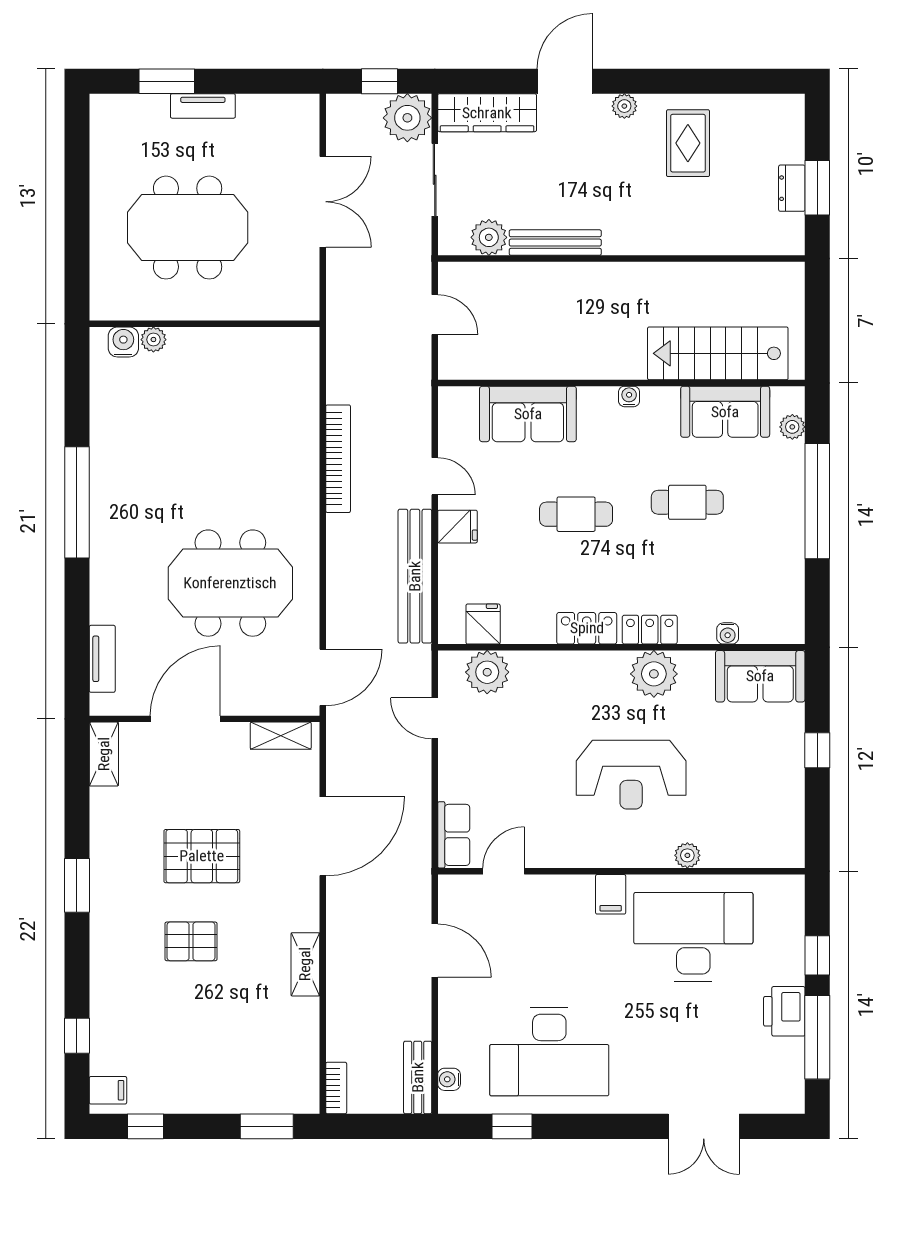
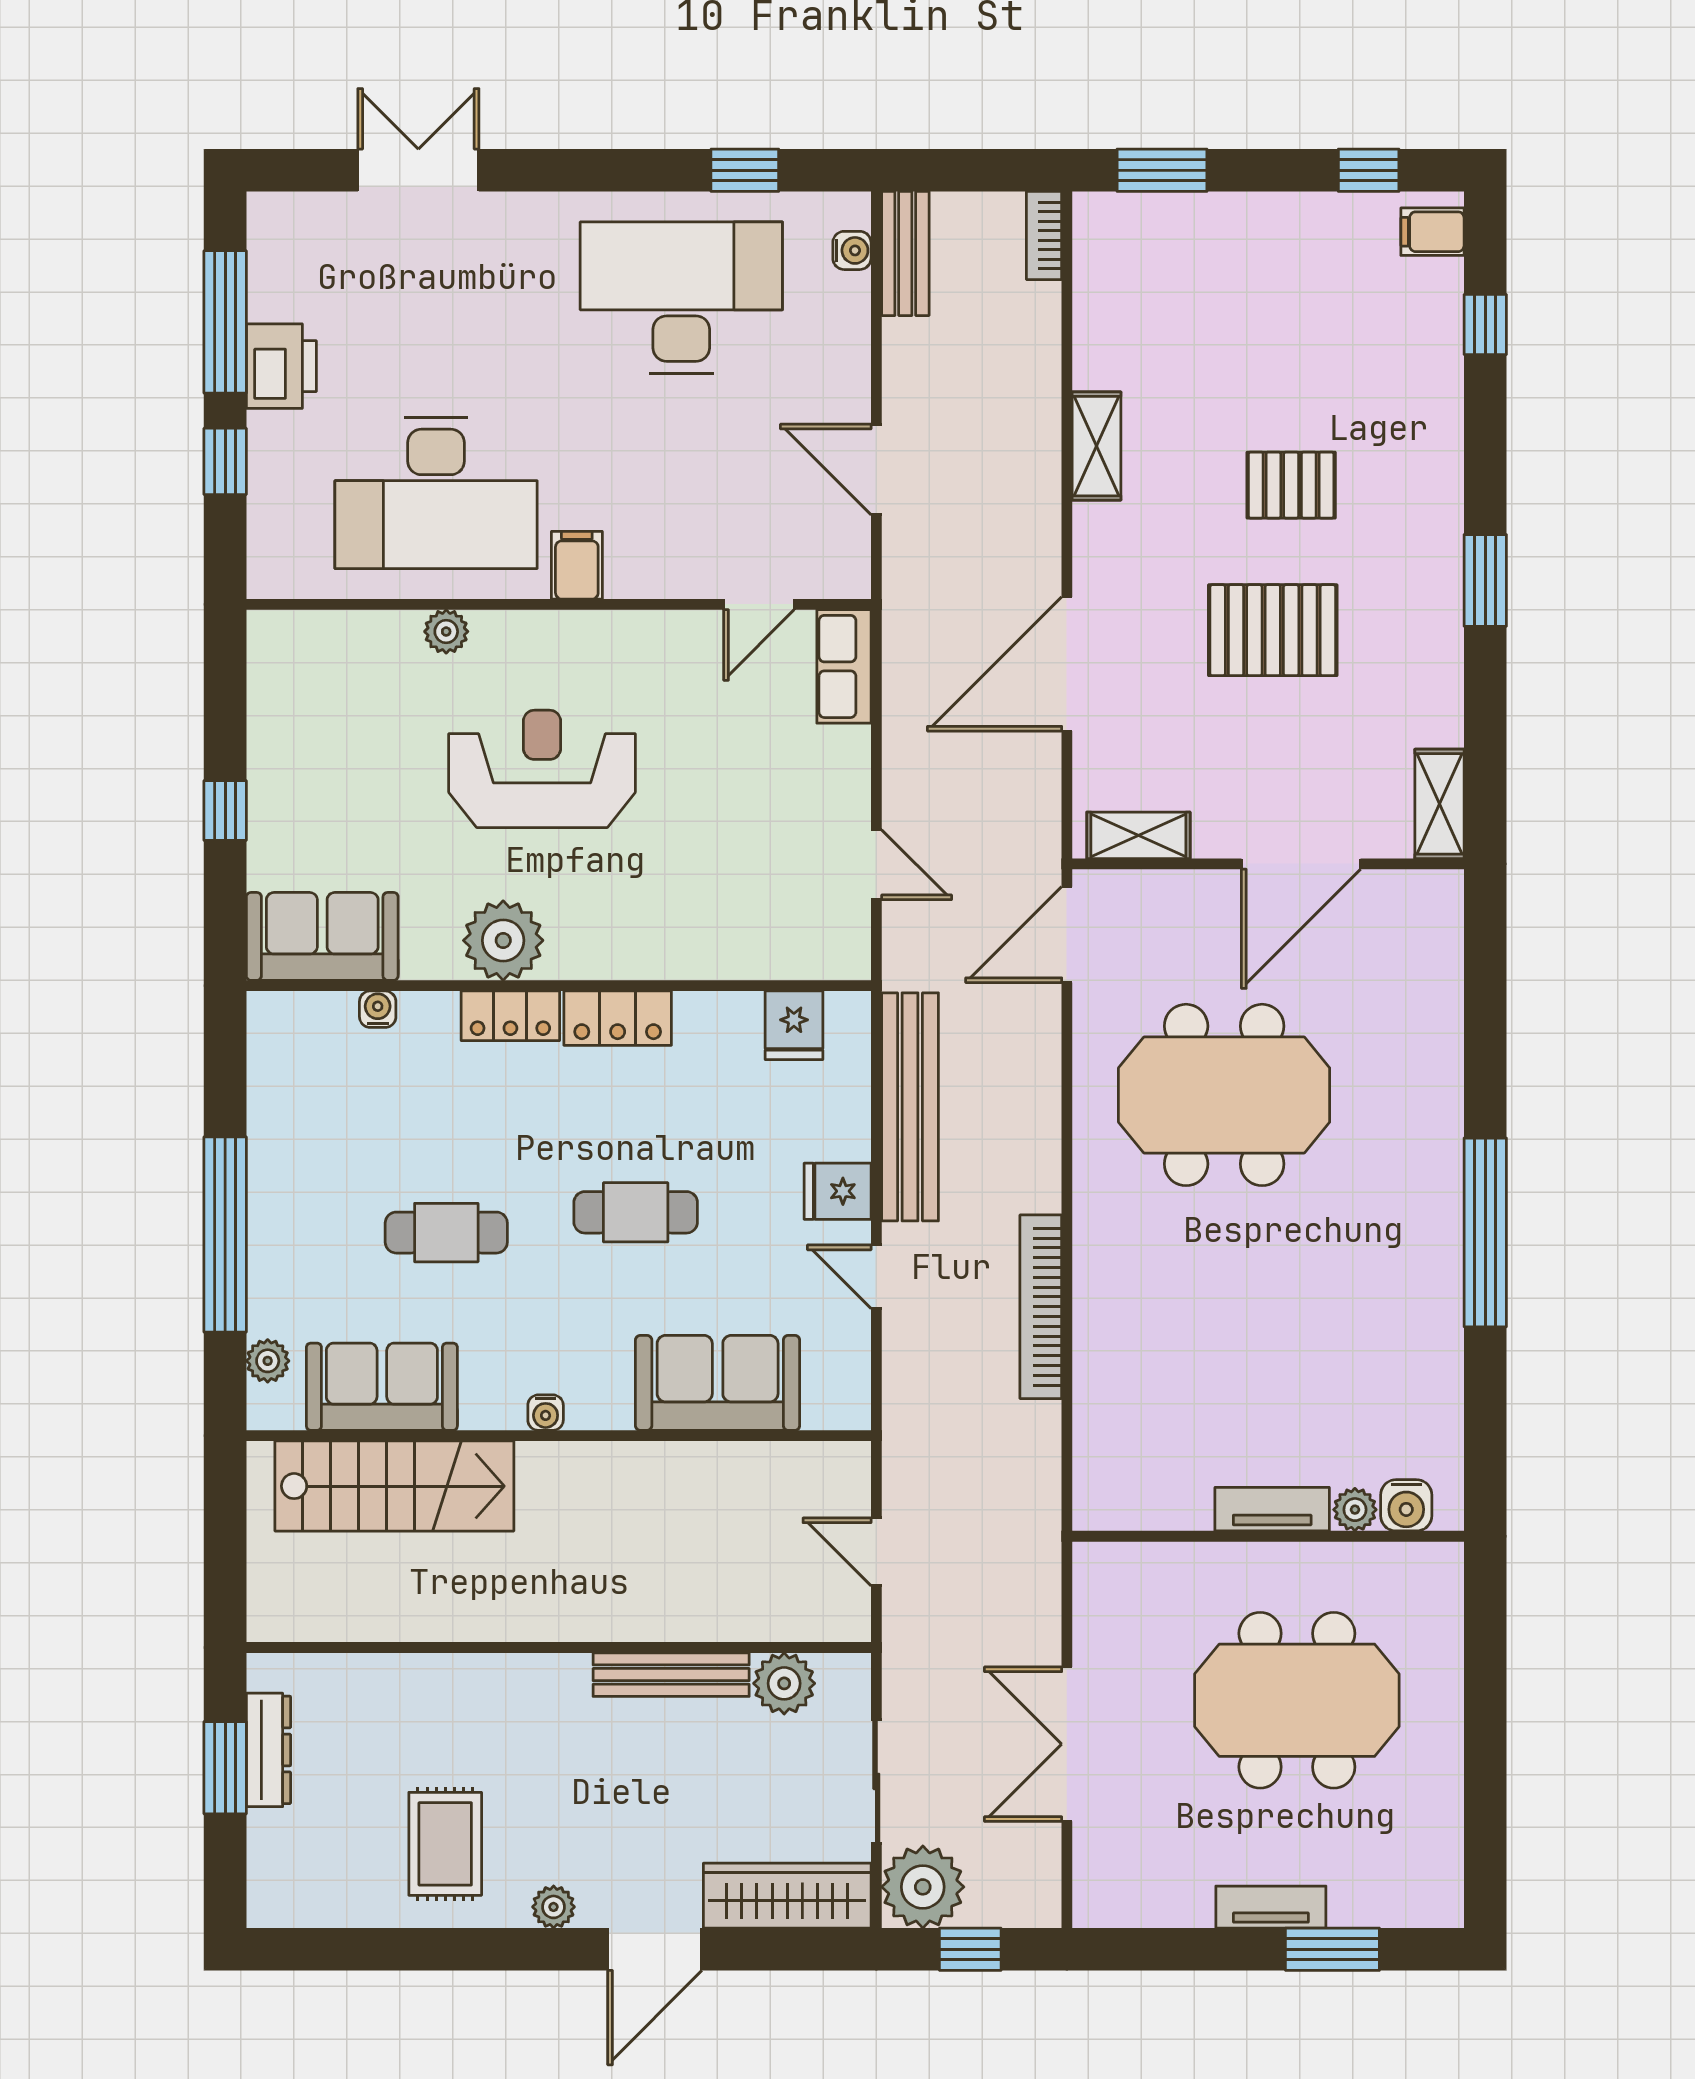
dresser: (792, 188) -> (268, 1750), width x1.44
tv unit: (102, 659) -> (1272, 1509), moved, turned 90
plant: (487, 672) -> (787, 943), removed

